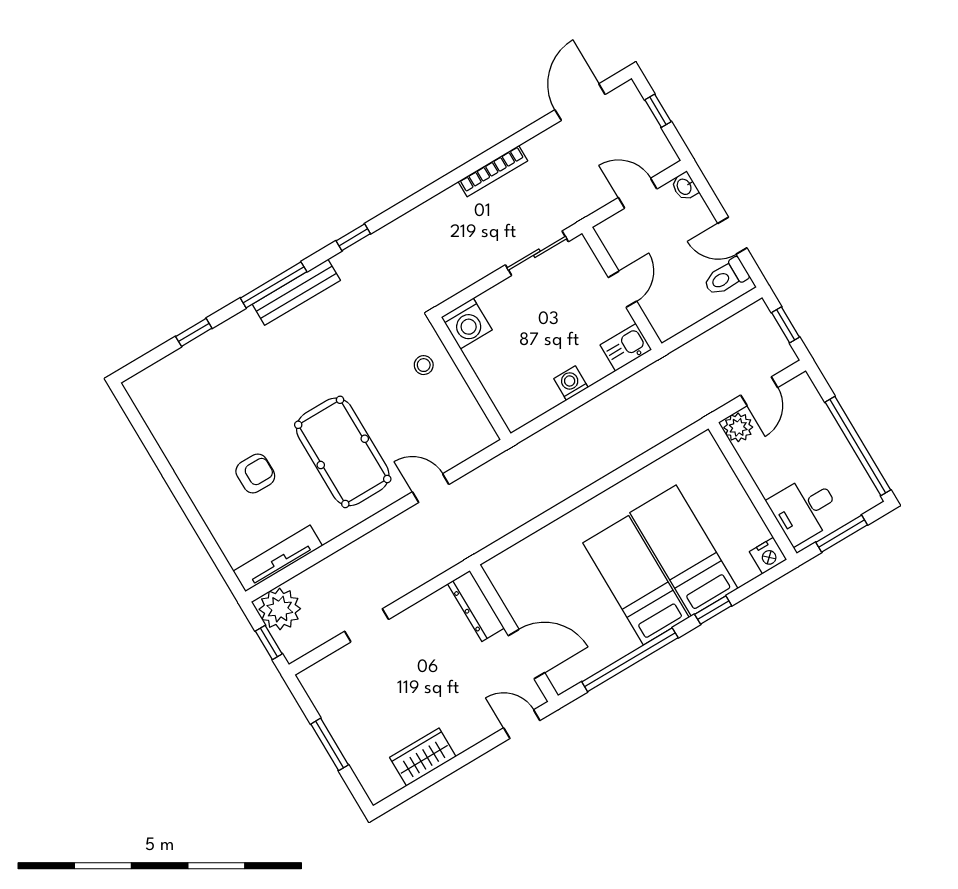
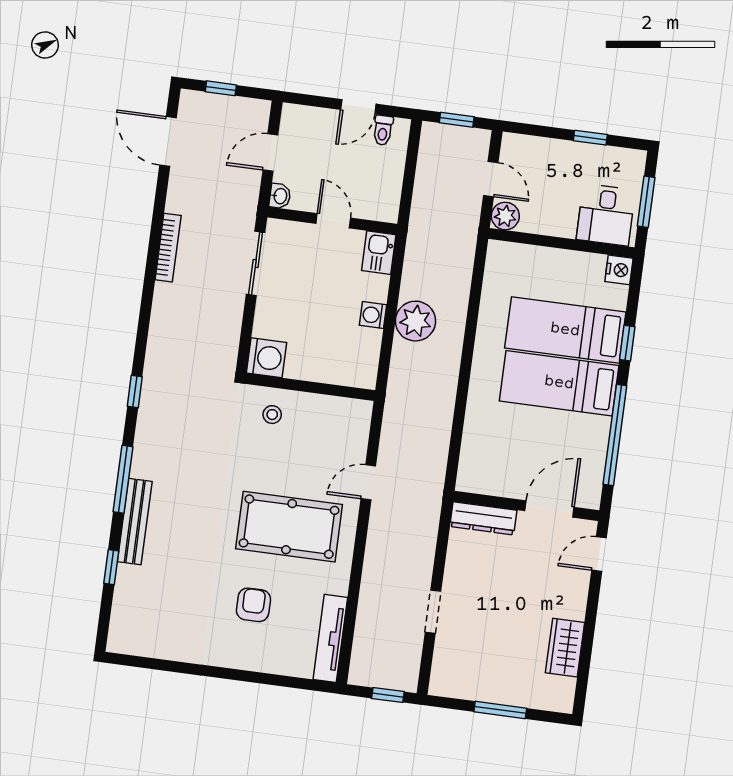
washbasin: (685, 186) -> (280, 196), moved, turned -90
toilet: (726, 277) -> (383, 130), width x0.73, depth x0.72
bench: (296, 292) -> (135, 522), moved
window: (858, 446) -> (590, 138), width x0.32
plant: (280, 609) -> (416, 321), moved

